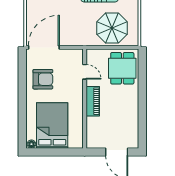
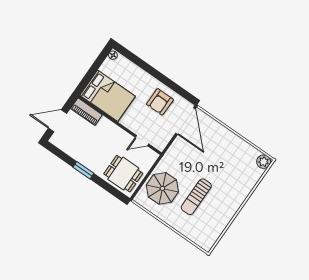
piano: (93, 101) -> (86, 112), moved
window: (142, 103) -> (83, 170), added
bed: (52, 125) -> (108, 96), moved

